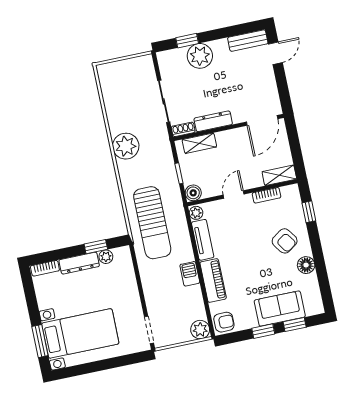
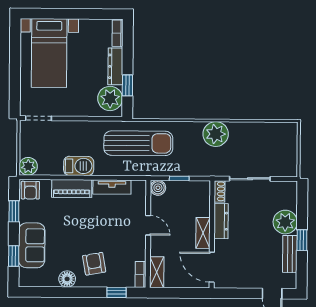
window: (187, 41) -> (302, 240), moved
bench: (248, 41) -> (290, 254), moved
shelving: (199, 143) -> (203, 233), moved
bookcase: (267, 195) -> (141, 275), moved
plant: (196, 213) -> (139, 186), removed
sun lounger: (152, 223) -> (138, 143), turned 180
armchair: (285, 241) -> (94, 264), turned 115
plant: (106, 257) -> (110, 98), width x1.87, depth x1.87
barbecue: (190, 274) -> (79, 166), width x1.38, depth x1.27
window: (263, 331) -> (14, 211), moved
window: (40, 341) -> (50, 14), removed

